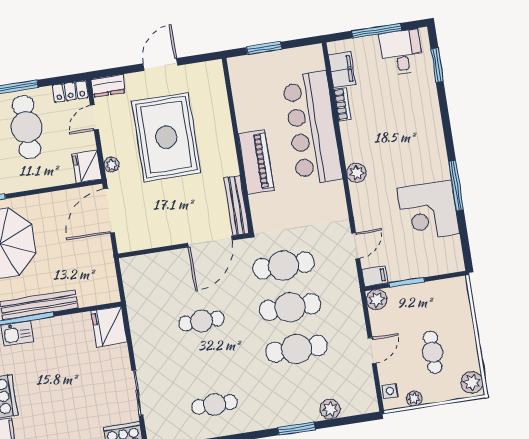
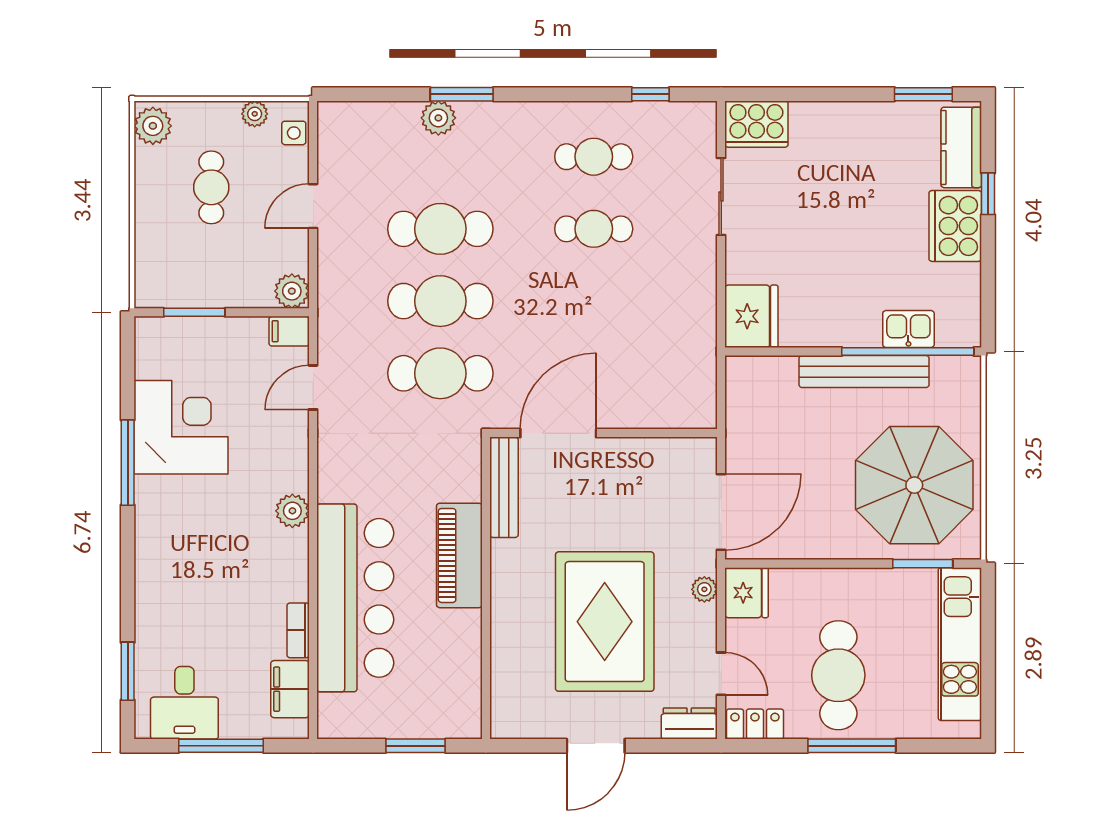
door: (94, 117) -> (721, 674), hinge flipped
window: (407, 282) -> (194, 312), moved
cafe table: (202, 321) -> (594, 229), moved
plant: (330, 409) -> (438, 118), moved

